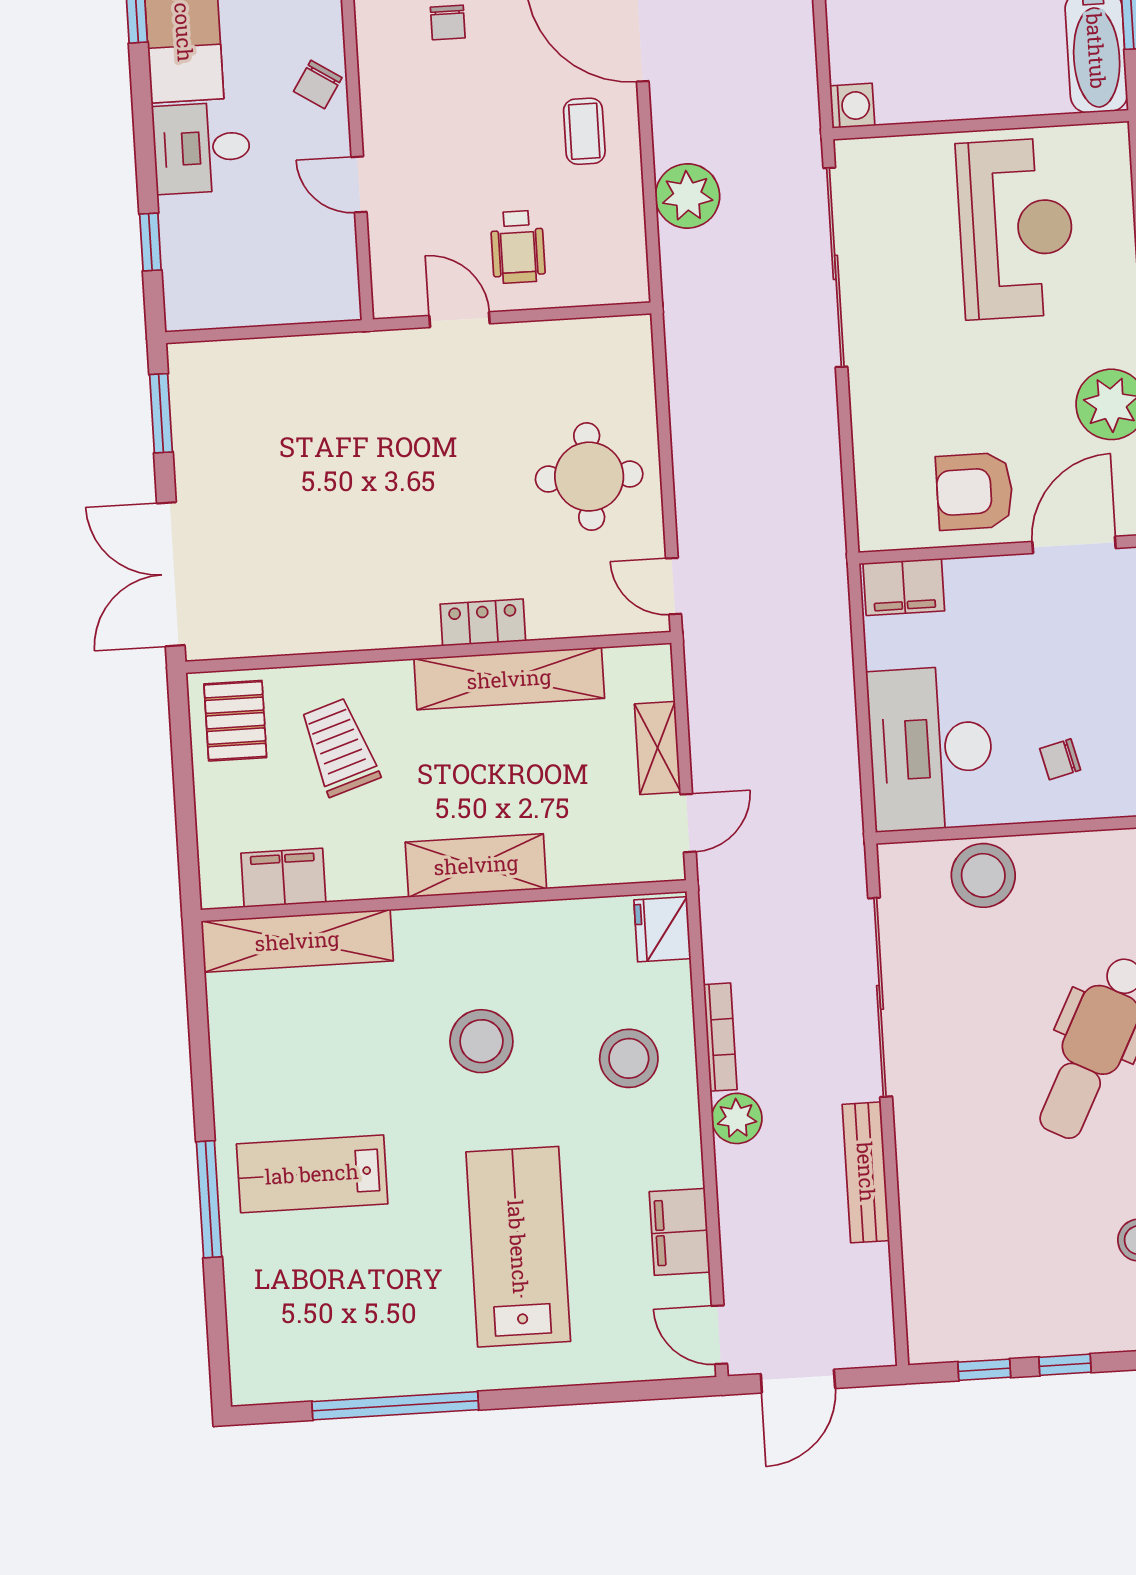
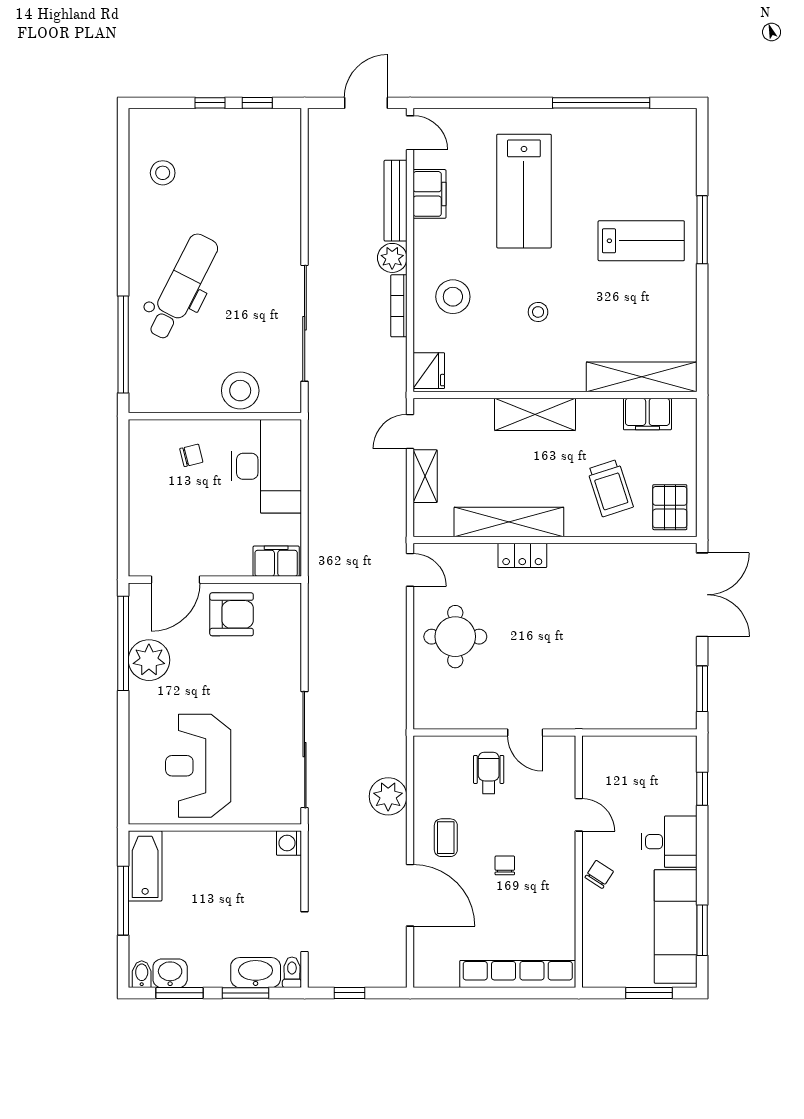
chair: (448, 22) -> (505, 865), moved
stool: (481, 1041) -> (538, 312), width x0.53, depth x0.53
bench: (866, 1172) -> (396, 201), moved

